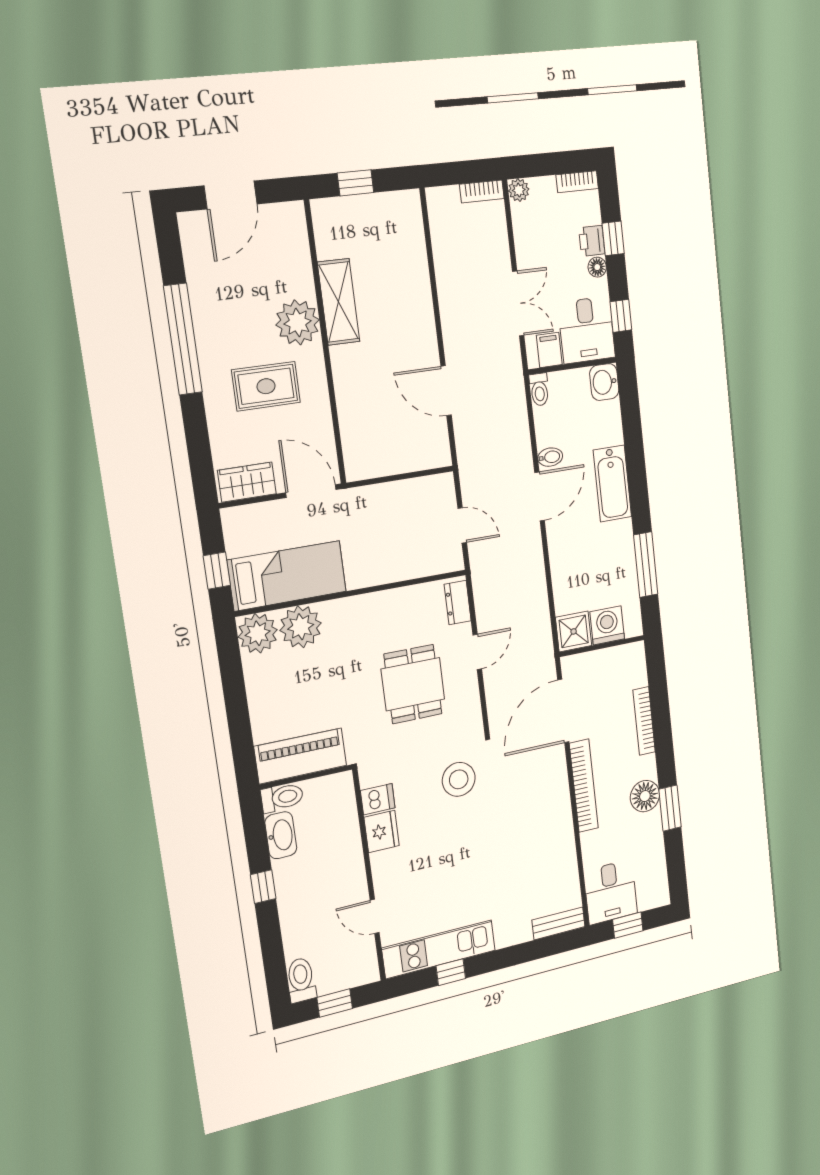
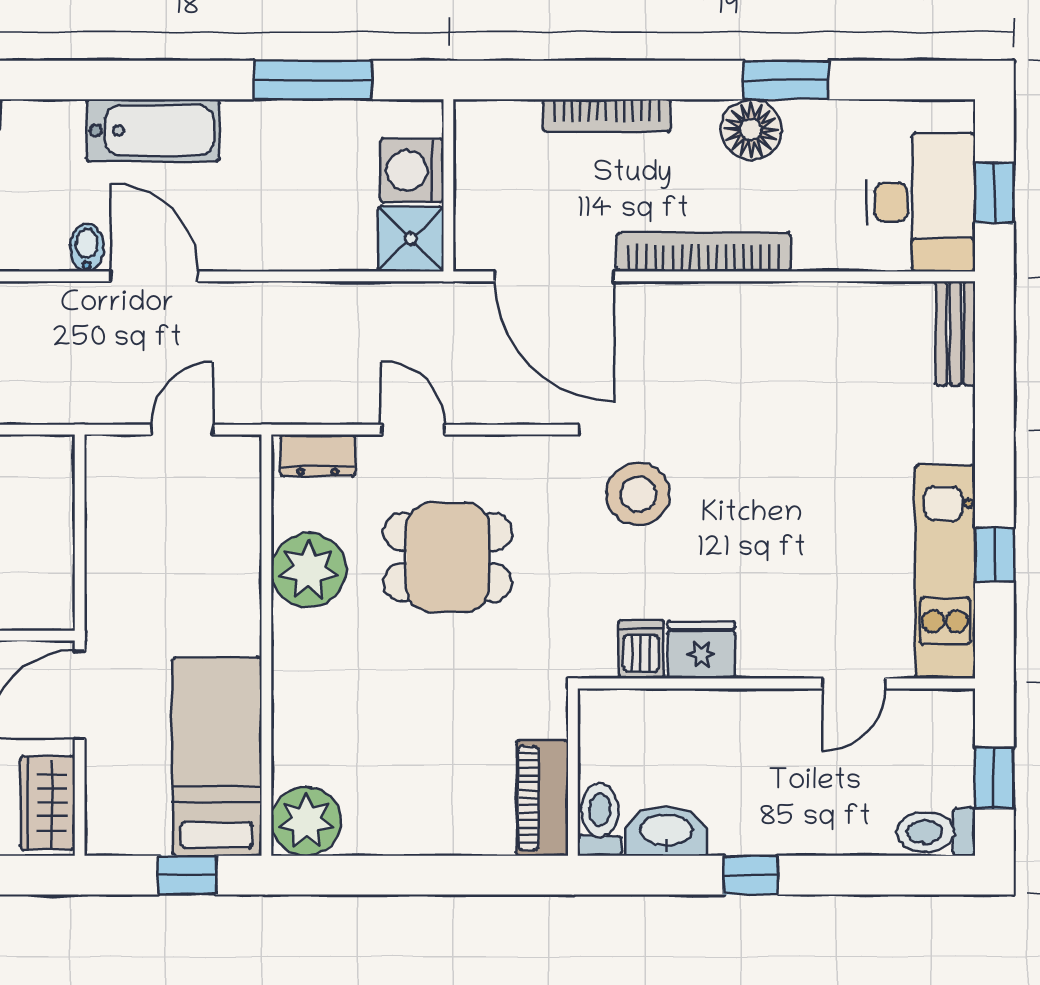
plant: (301, 627) -> (308, 570), moved
piano: (301, 756) -> (542, 798), width x0.73, depth x0.75
desk: (611, 892) -> (921, 202), width x1.37

